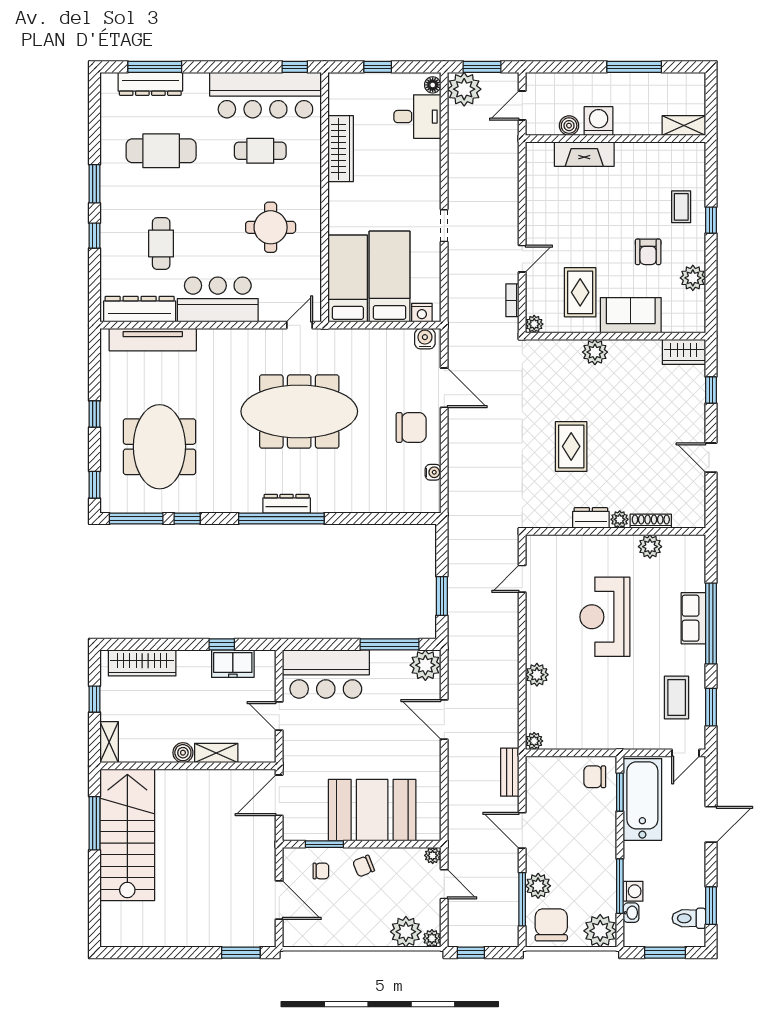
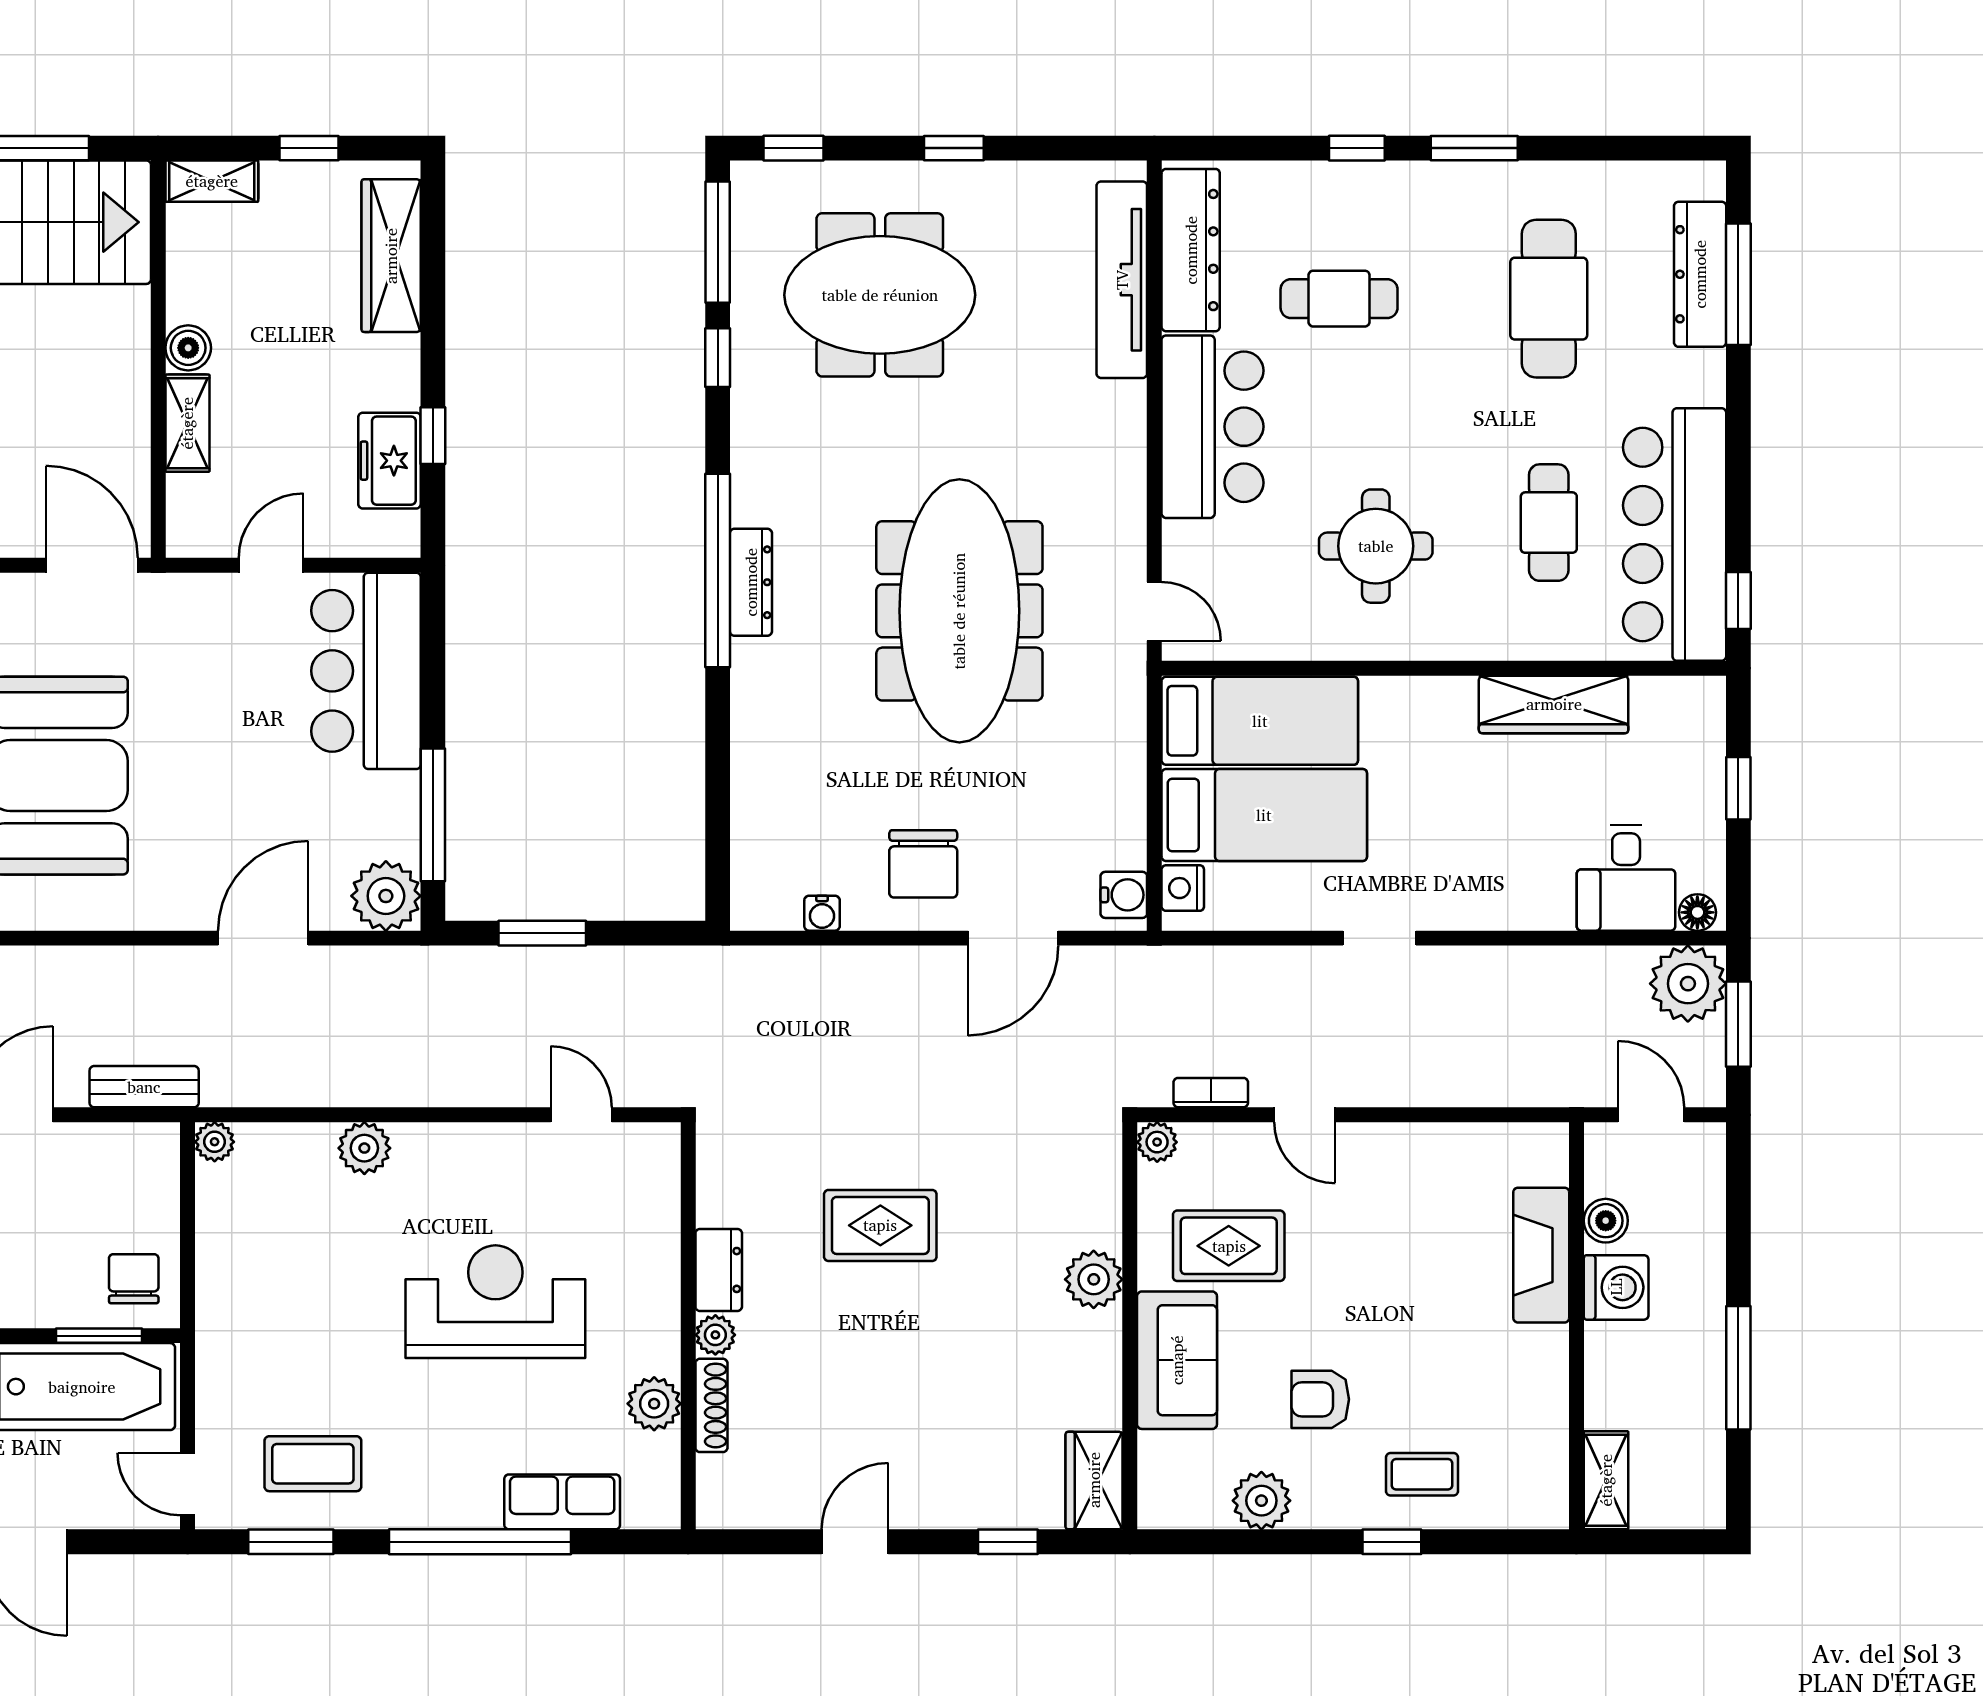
row of seats: (693, 618) -> (562, 1502), moved

